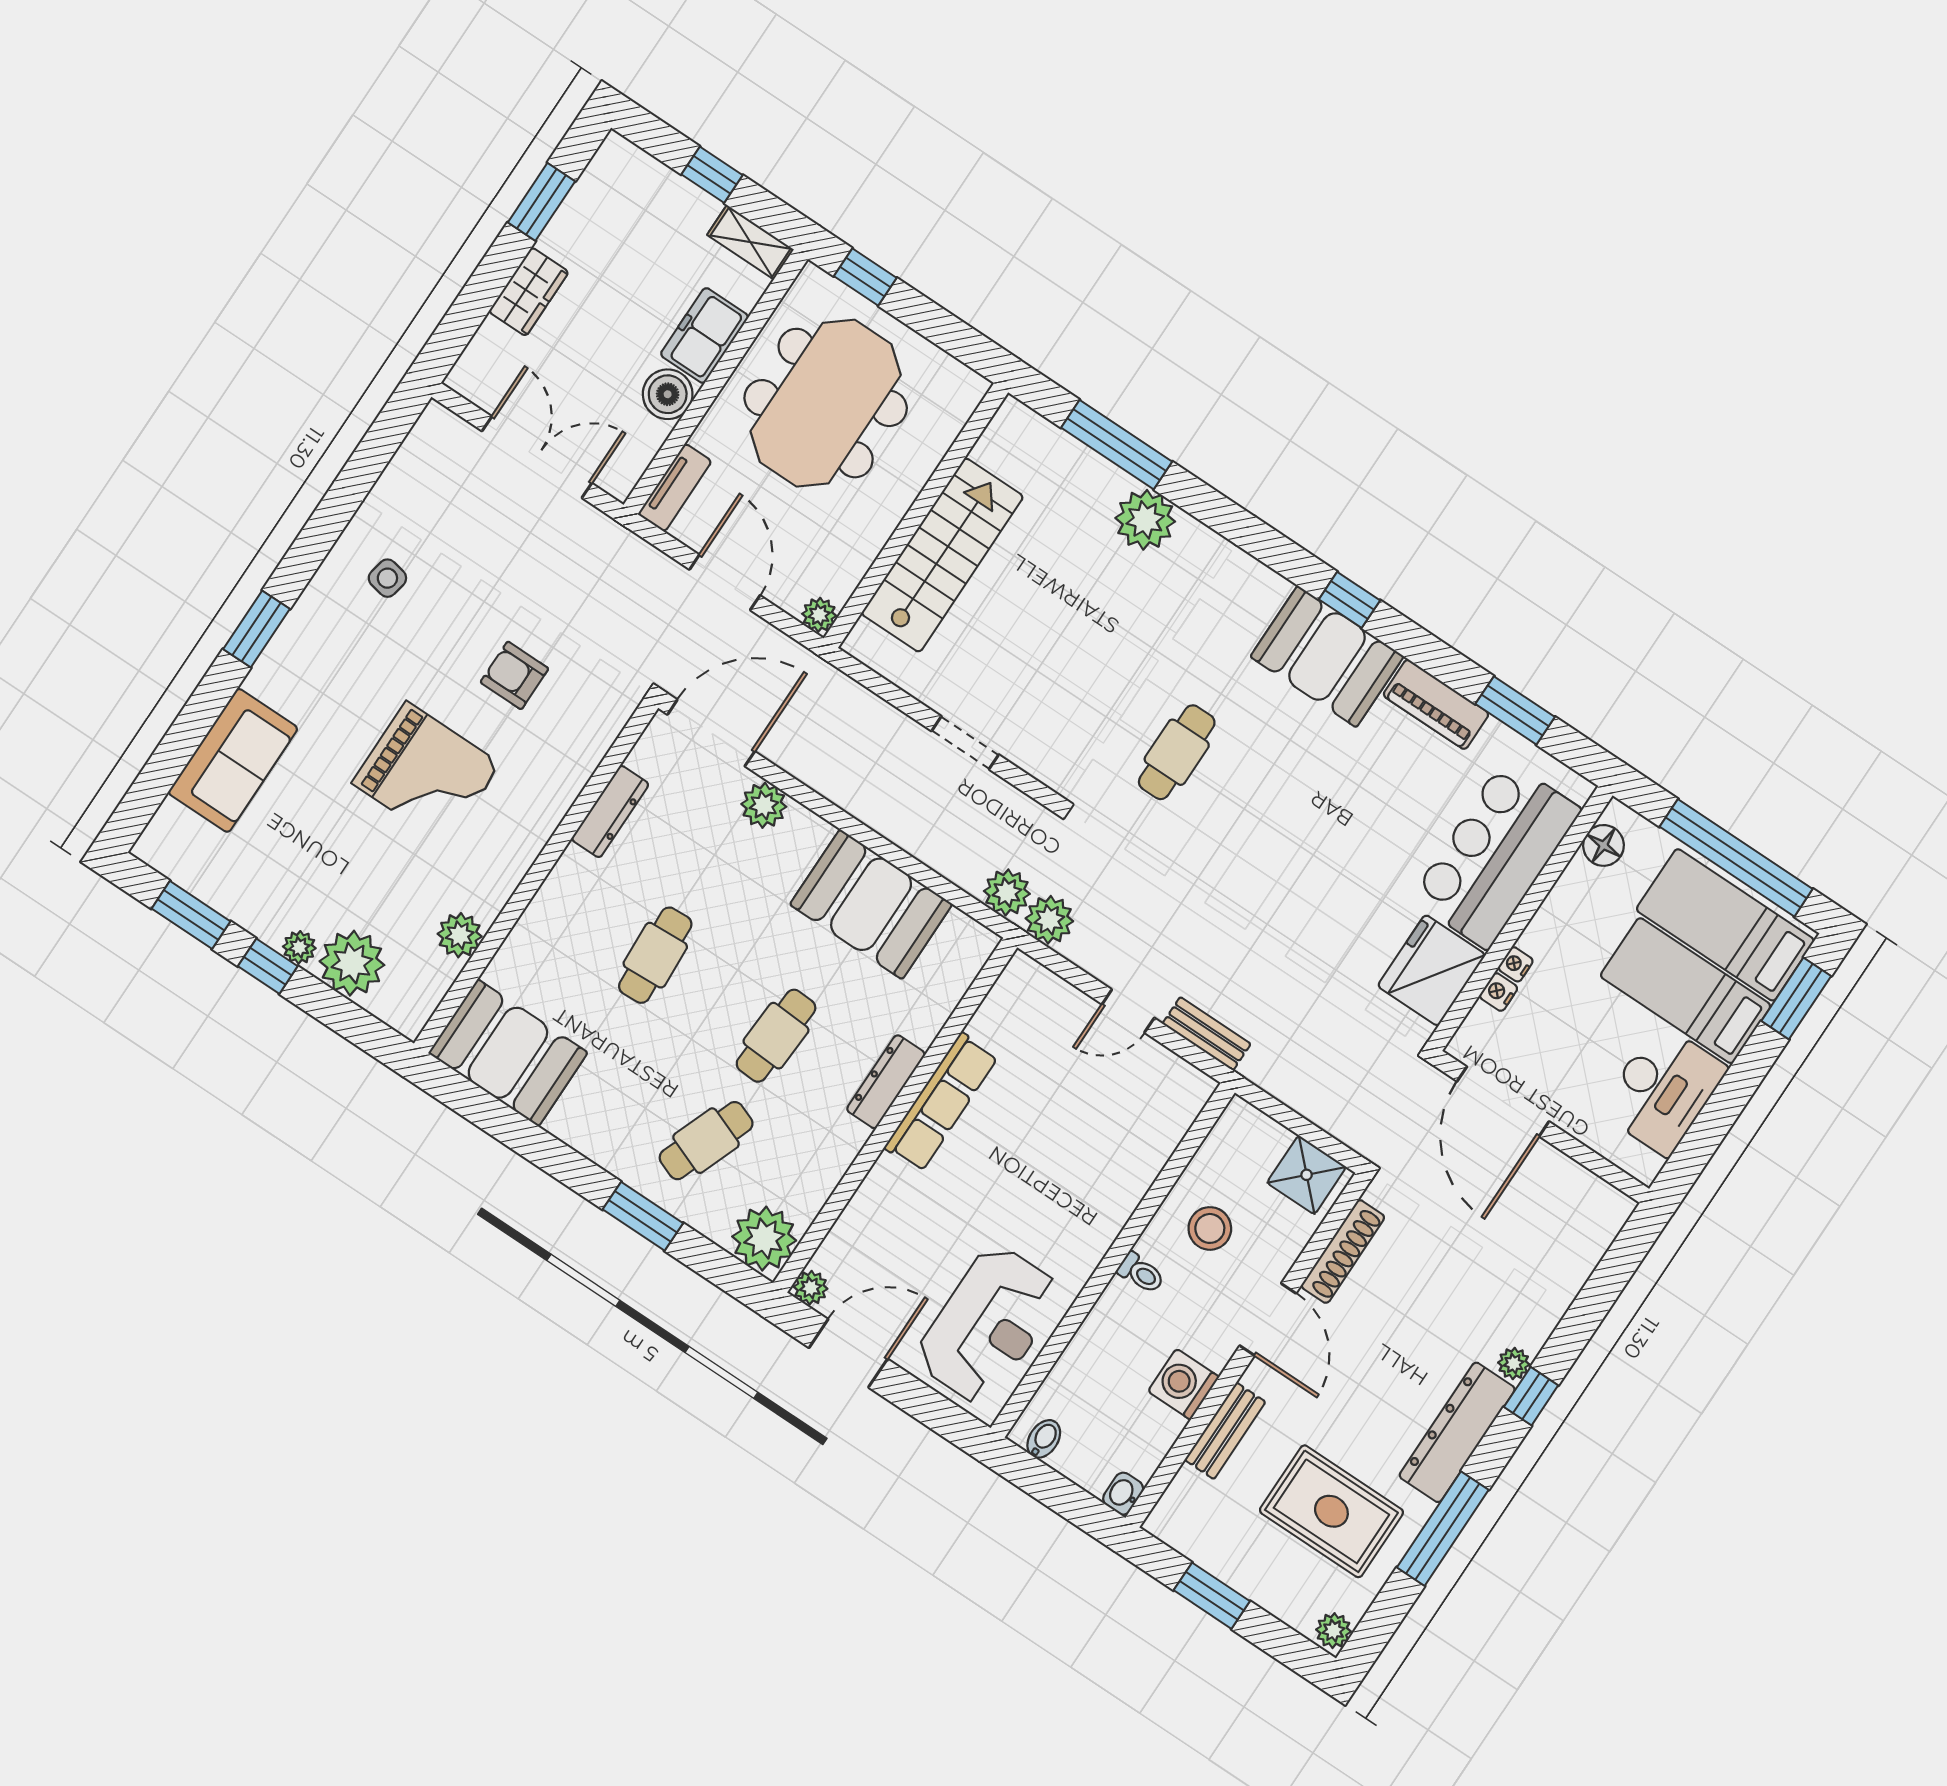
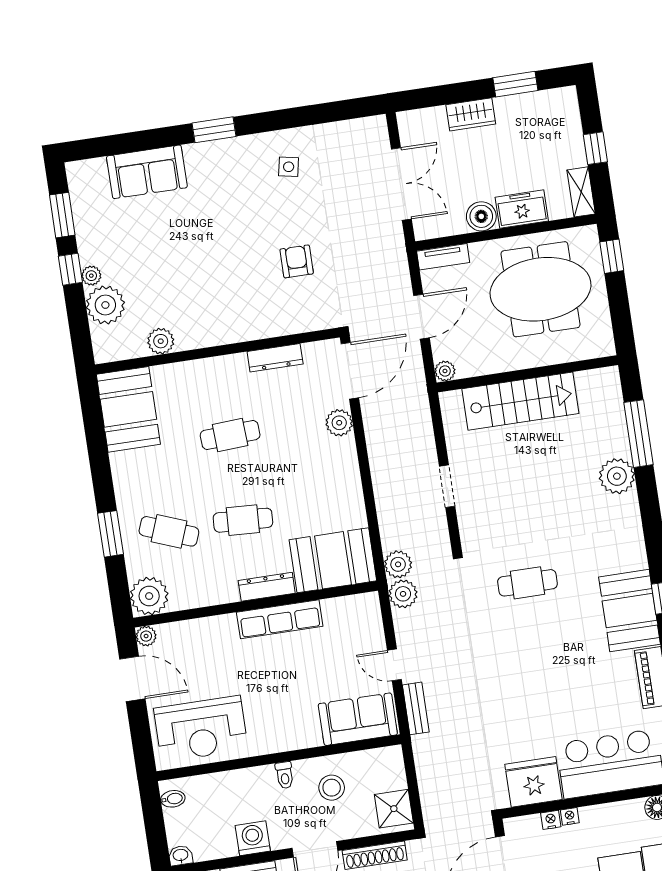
door: (711, 733) -> (350, 371), hinge flipped
grand piano: (426, 774) -> (218, 262), removed
booth: (871, 904) -> (333, 560), moved, turned 90
sofa: (1154, 1118) -> (358, 719), added

